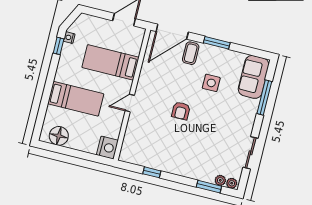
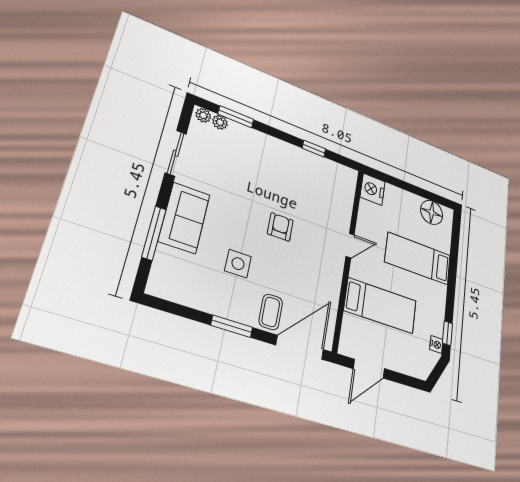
sofa: (254, 77) -> (184, 218), moved

